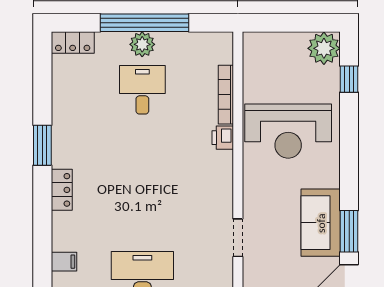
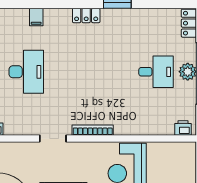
bookcase: (226, 95) -> (93, 130), moved
printer: (223, 138) -> (183, 128), moved

